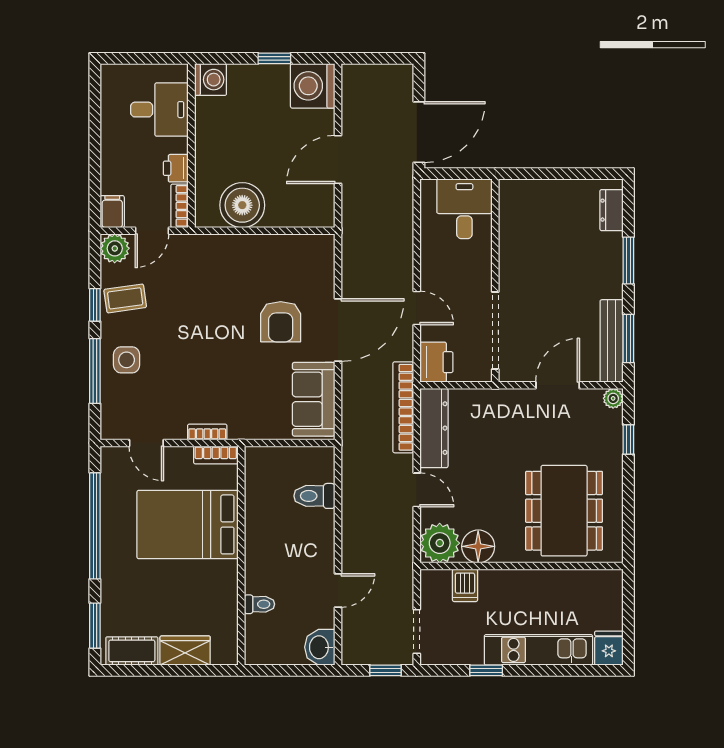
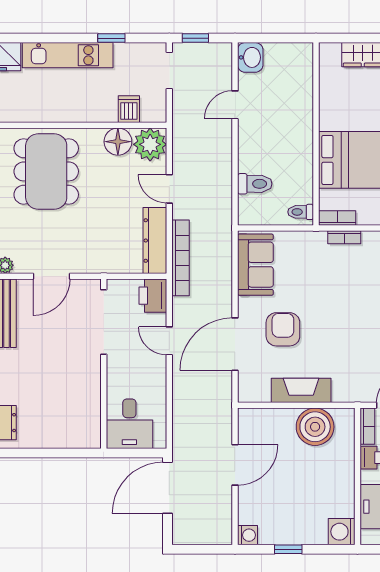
washing machine: (313, 86) -> (247, 535), width x0.53, depth x0.53
fireplace: (259, 249) -> (301, 390), added
door: (338, 330) -> (235, 344), moved
toilet: (259, 604) -> (301, 212), moved

